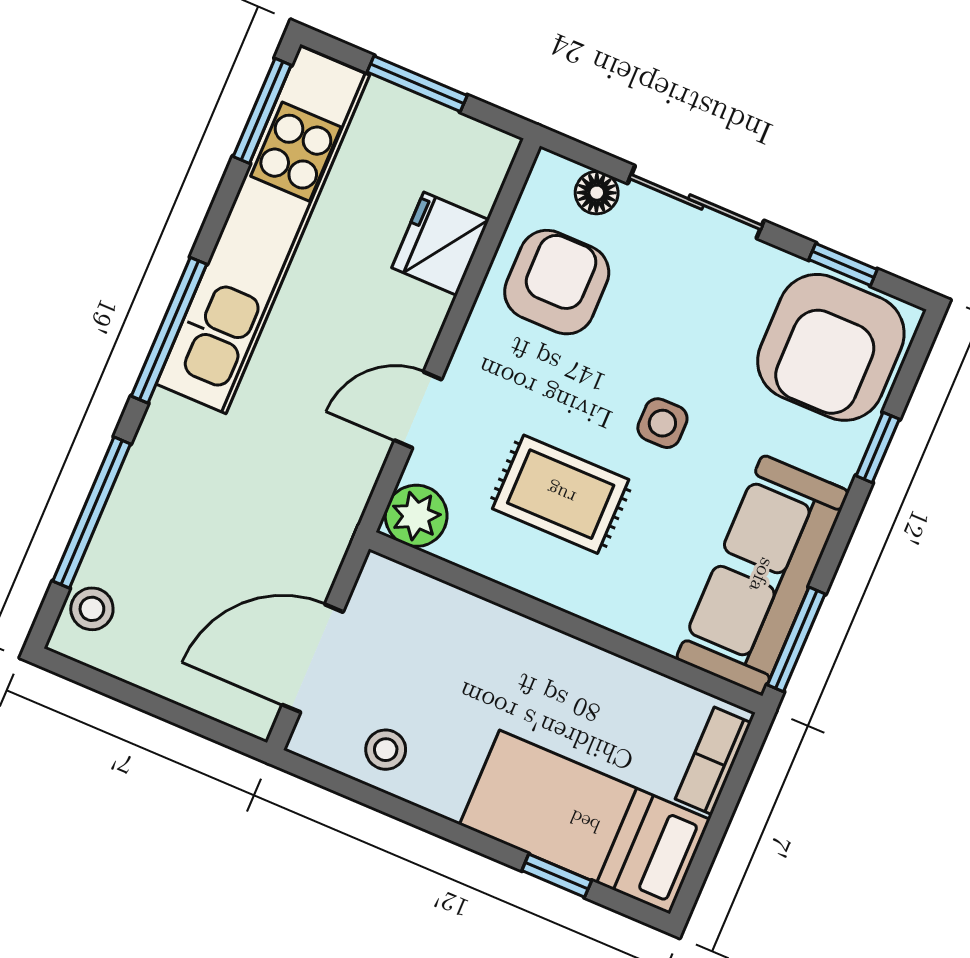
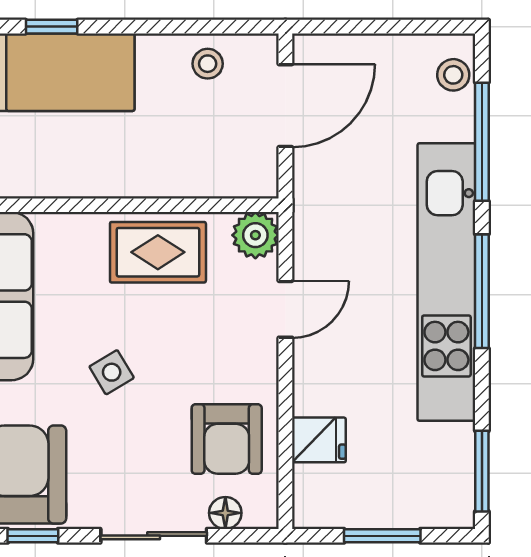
kitchen unit: (263, 230) -> (446, 282), moved
fridge: (440, 244) -> (319, 440), width x0.72
side table: (662, 423) -> (112, 372), turned -31
rug: (561, 494) -> (158, 252), moved

